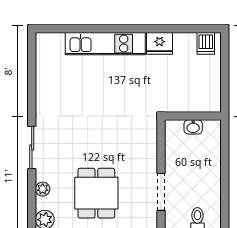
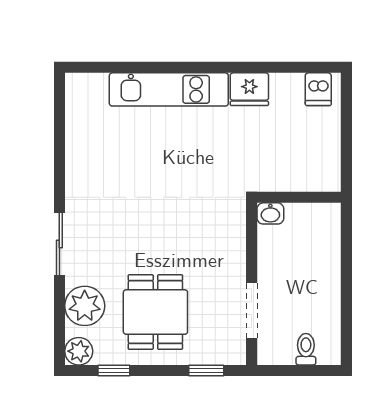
washbasin: (193, 127) -> (270, 213), moved
plant: (43, 189) -> (85, 306), width x1.87, depth x1.87

